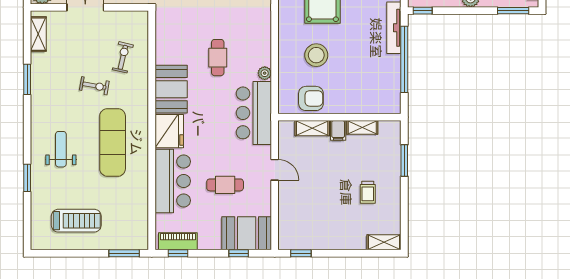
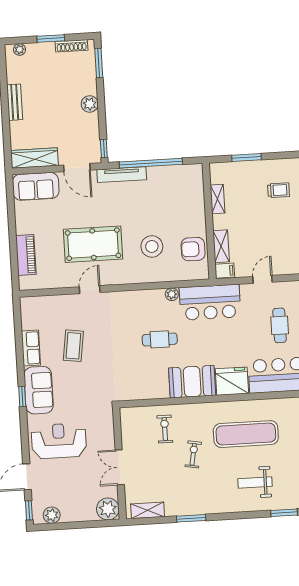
exercise bike: (123, 57) -> (165, 429), turned 77
armchair: (311, 98) -> (193, 249), turned -90
filing cabinet: (338, 130) -> (225, 271), moved

